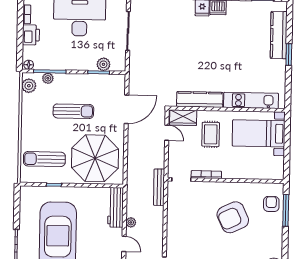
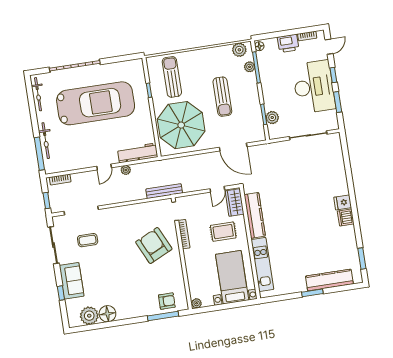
plant: (279, 174) -> (197, 303), added
armchair: (233, 217) -> (154, 246), moved

